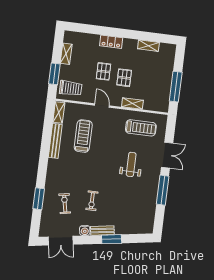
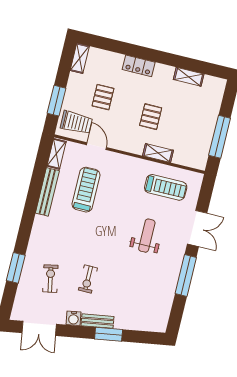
shelving: (66, 54) -> (80, 58), moved
pallet: (103, 71) -> (103, 97), moved
door: (102, 105) -> (96, 146), moved

